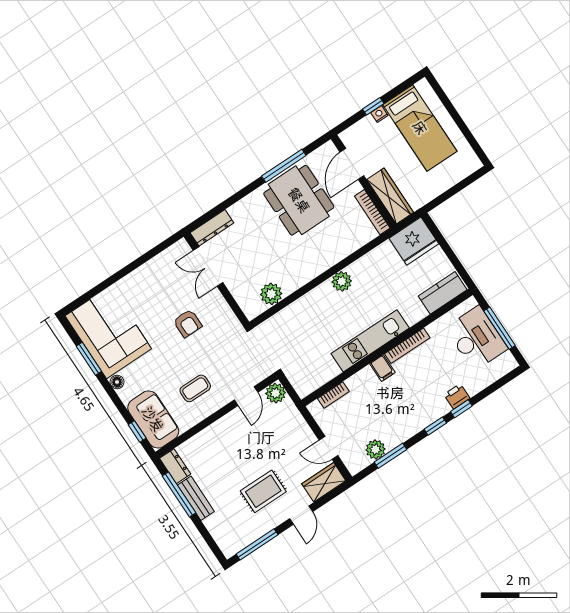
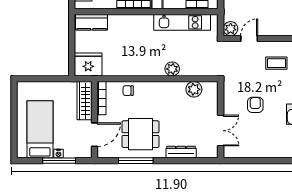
window: (373, 106) -> (59, 161), width x2.17
dining table: (299, 200) -> (140, 134), width x0.73
dresser: (212, 228) -> (181, 152), moved
chair: (347, 242) -> (128, 91), added
plant: (342, 281) -> (172, 69), moved
kitchen unit: (370, 341) -> (182, 22), moved

